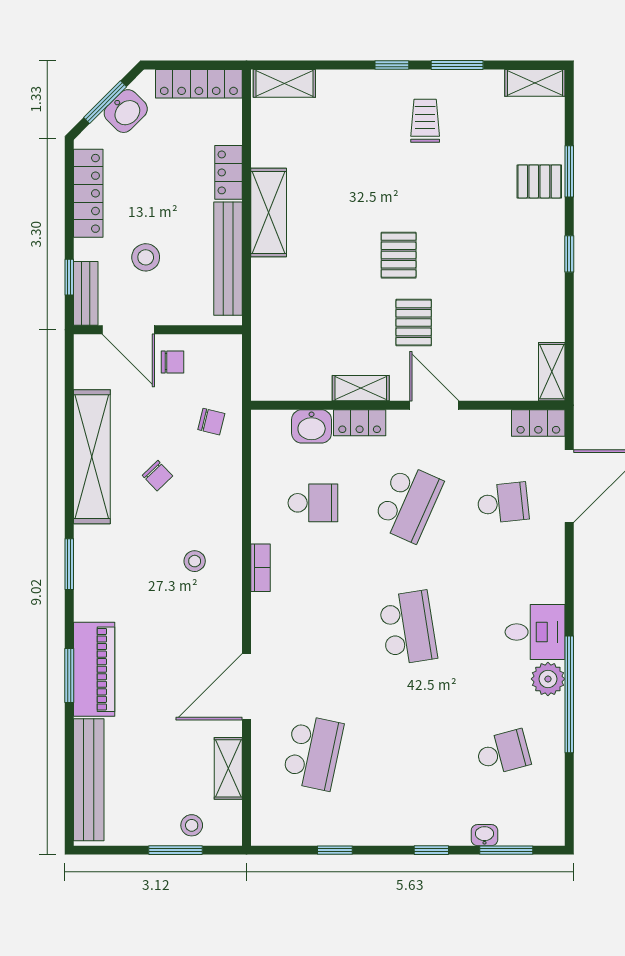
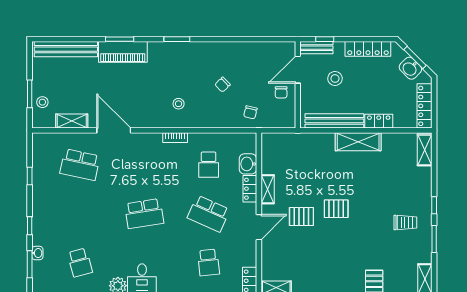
shelving: (92, 457) -> (232, 51), removed

